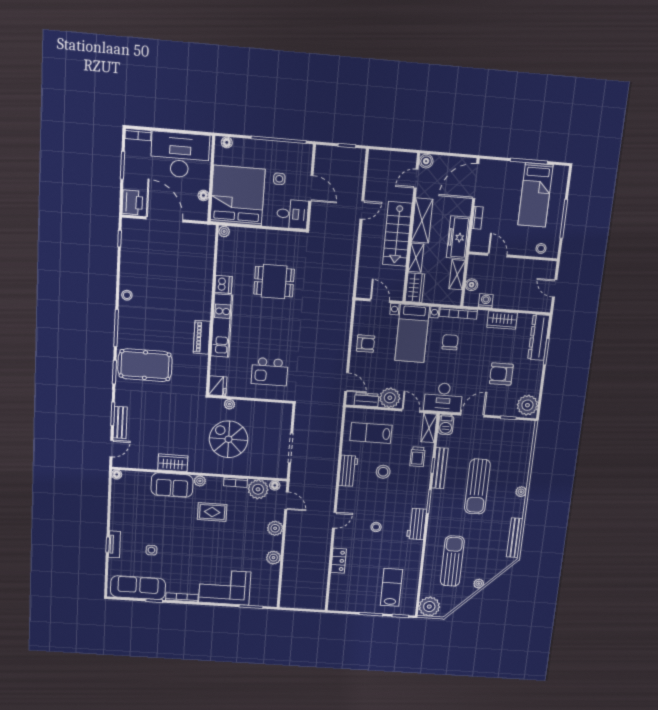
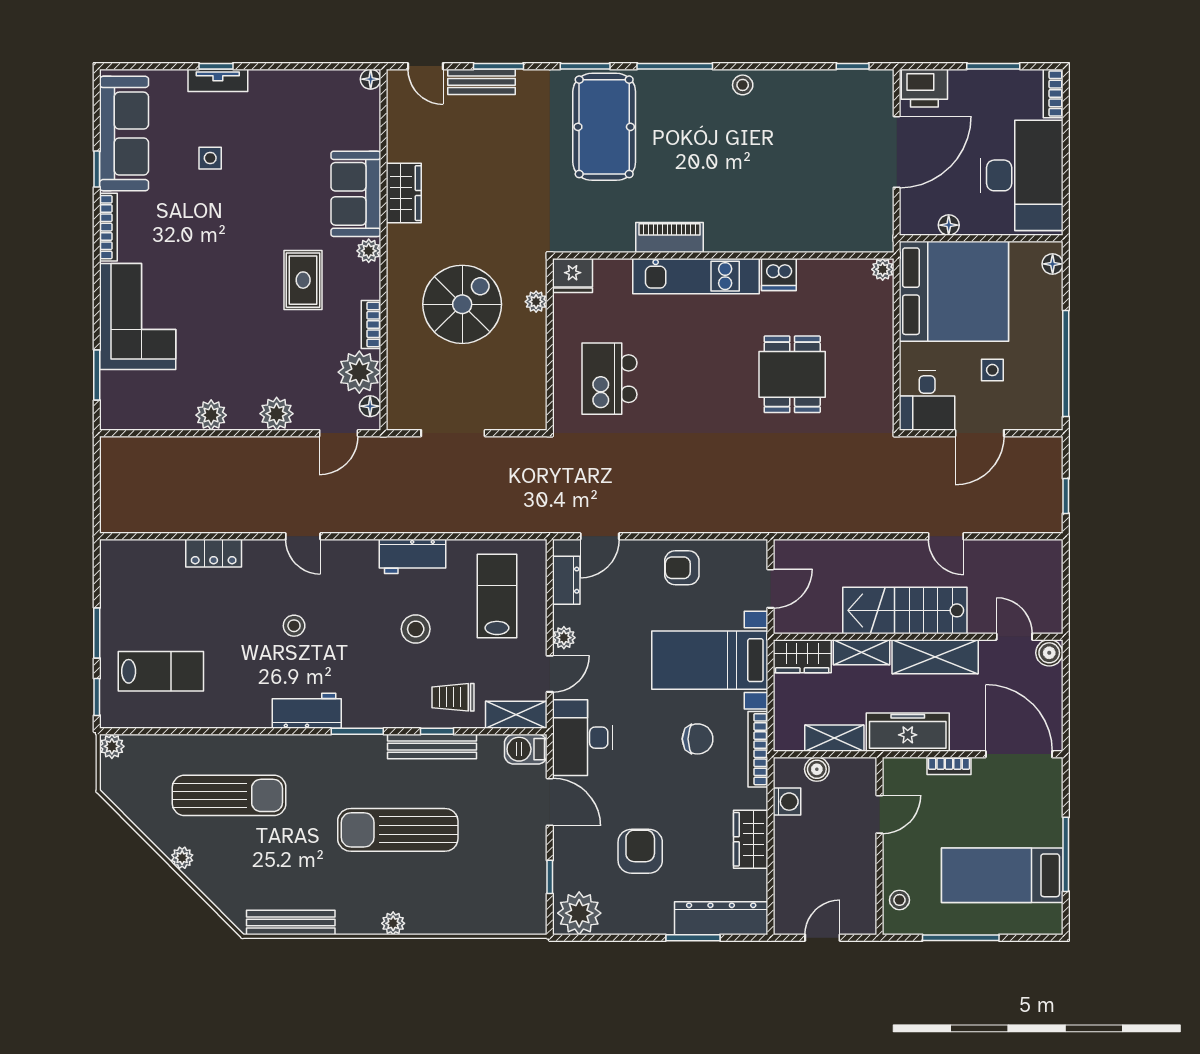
armchair: (366, 344) -> (682, 568), turned 90
plant: (390, 398) -> (564, 638), width x0.53, depth x0.53
plant: (429, 607) -> (112, 746), width x0.53, depth x0.53

